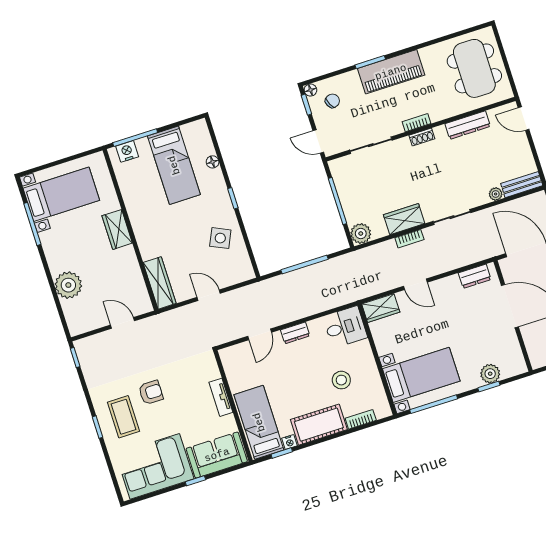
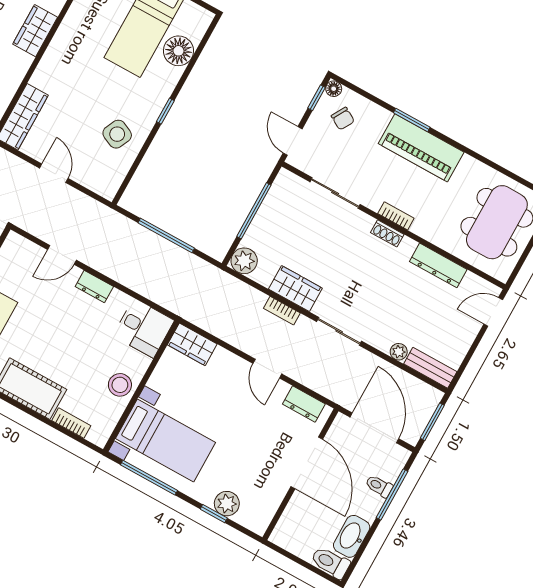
chair: (332, 101) -> (343, 119), turned 57
door: (524, 119) -> (493, 312), hinge flipped
floor lamp: (213, 162) -> (179, 51), width x1.89, depth x1.89
door: (415, 284) -> (267, 369), moved
stool: (341, 380) -> (120, 385), moved

